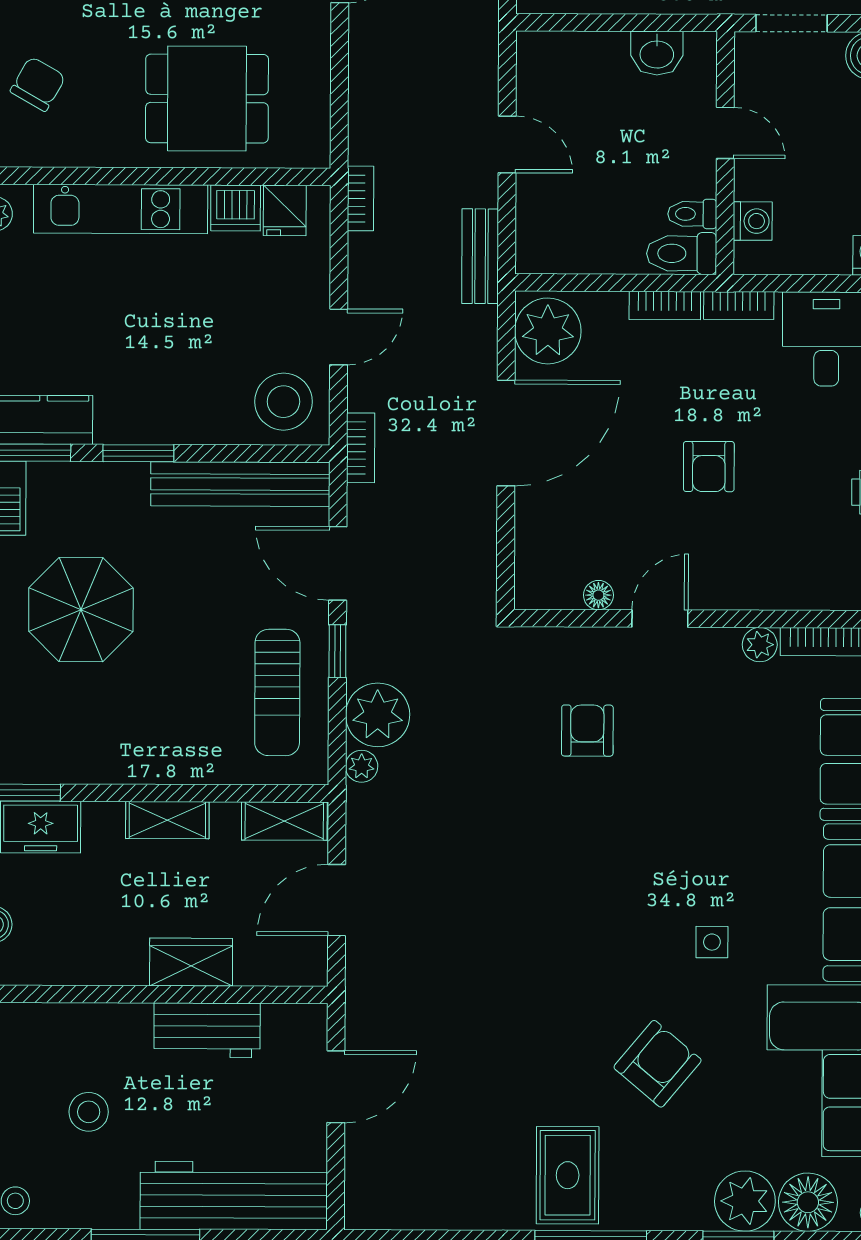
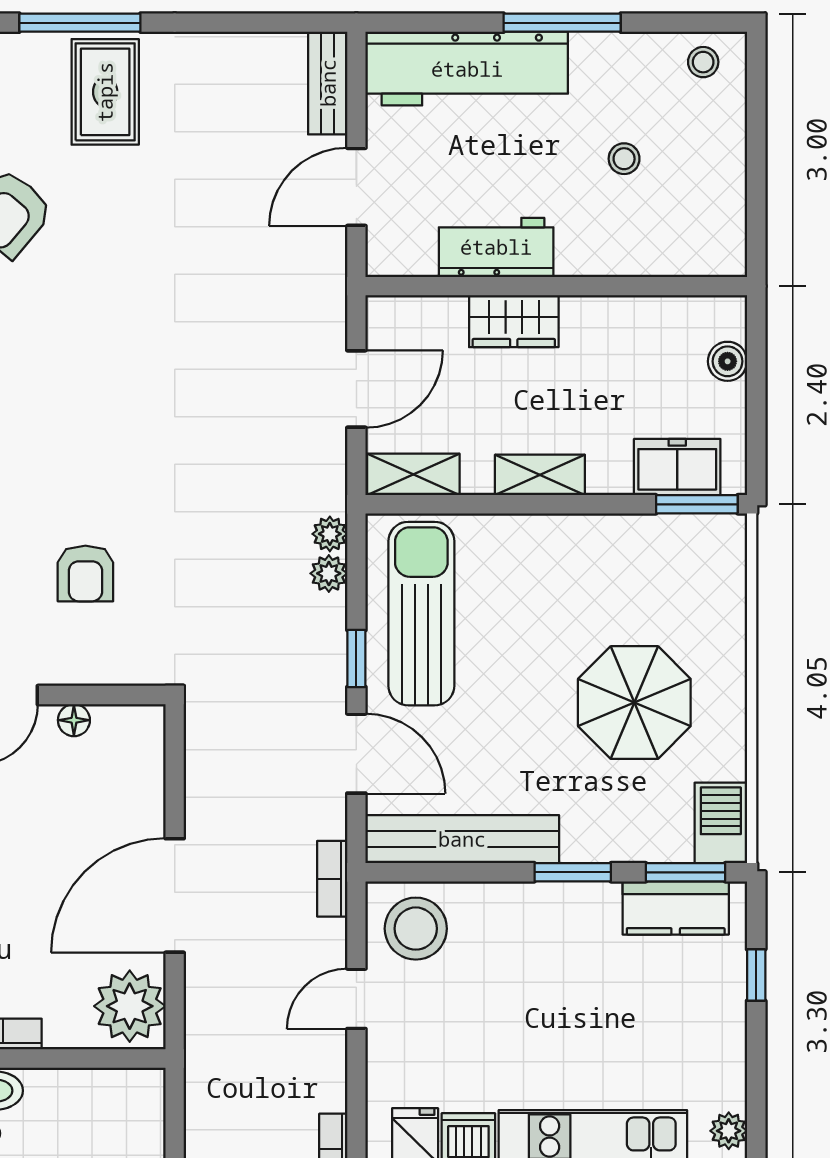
bench: (480, 256) -> (328, 83), moved
sun lounger: (277, 692) -> (421, 614), width x1.36, depth x1.34
plant: (378, 715) -> (329, 573), width x0.53, depth x0.53
stool: (89, 1112) -> (624, 159), width x0.73, depth x0.73

